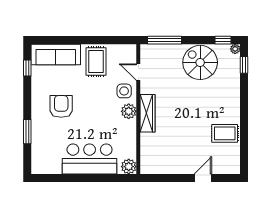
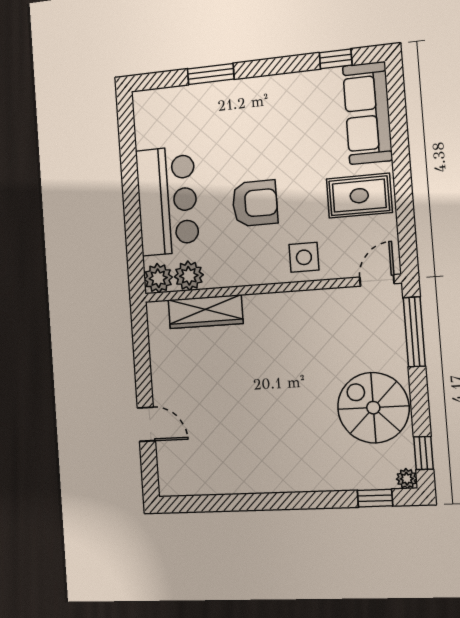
spiral stairs: (200, 62) -> (373, 408), turned -90
door: (138, 72) -> (377, 280), moved
armchair: (61, 106) -> (255, 203), moved
plant: (129, 111) -> (189, 276), moved
wardrobe: (148, 113) -> (205, 312), moved
rug: (225, 133) -> (235, 464), removed

